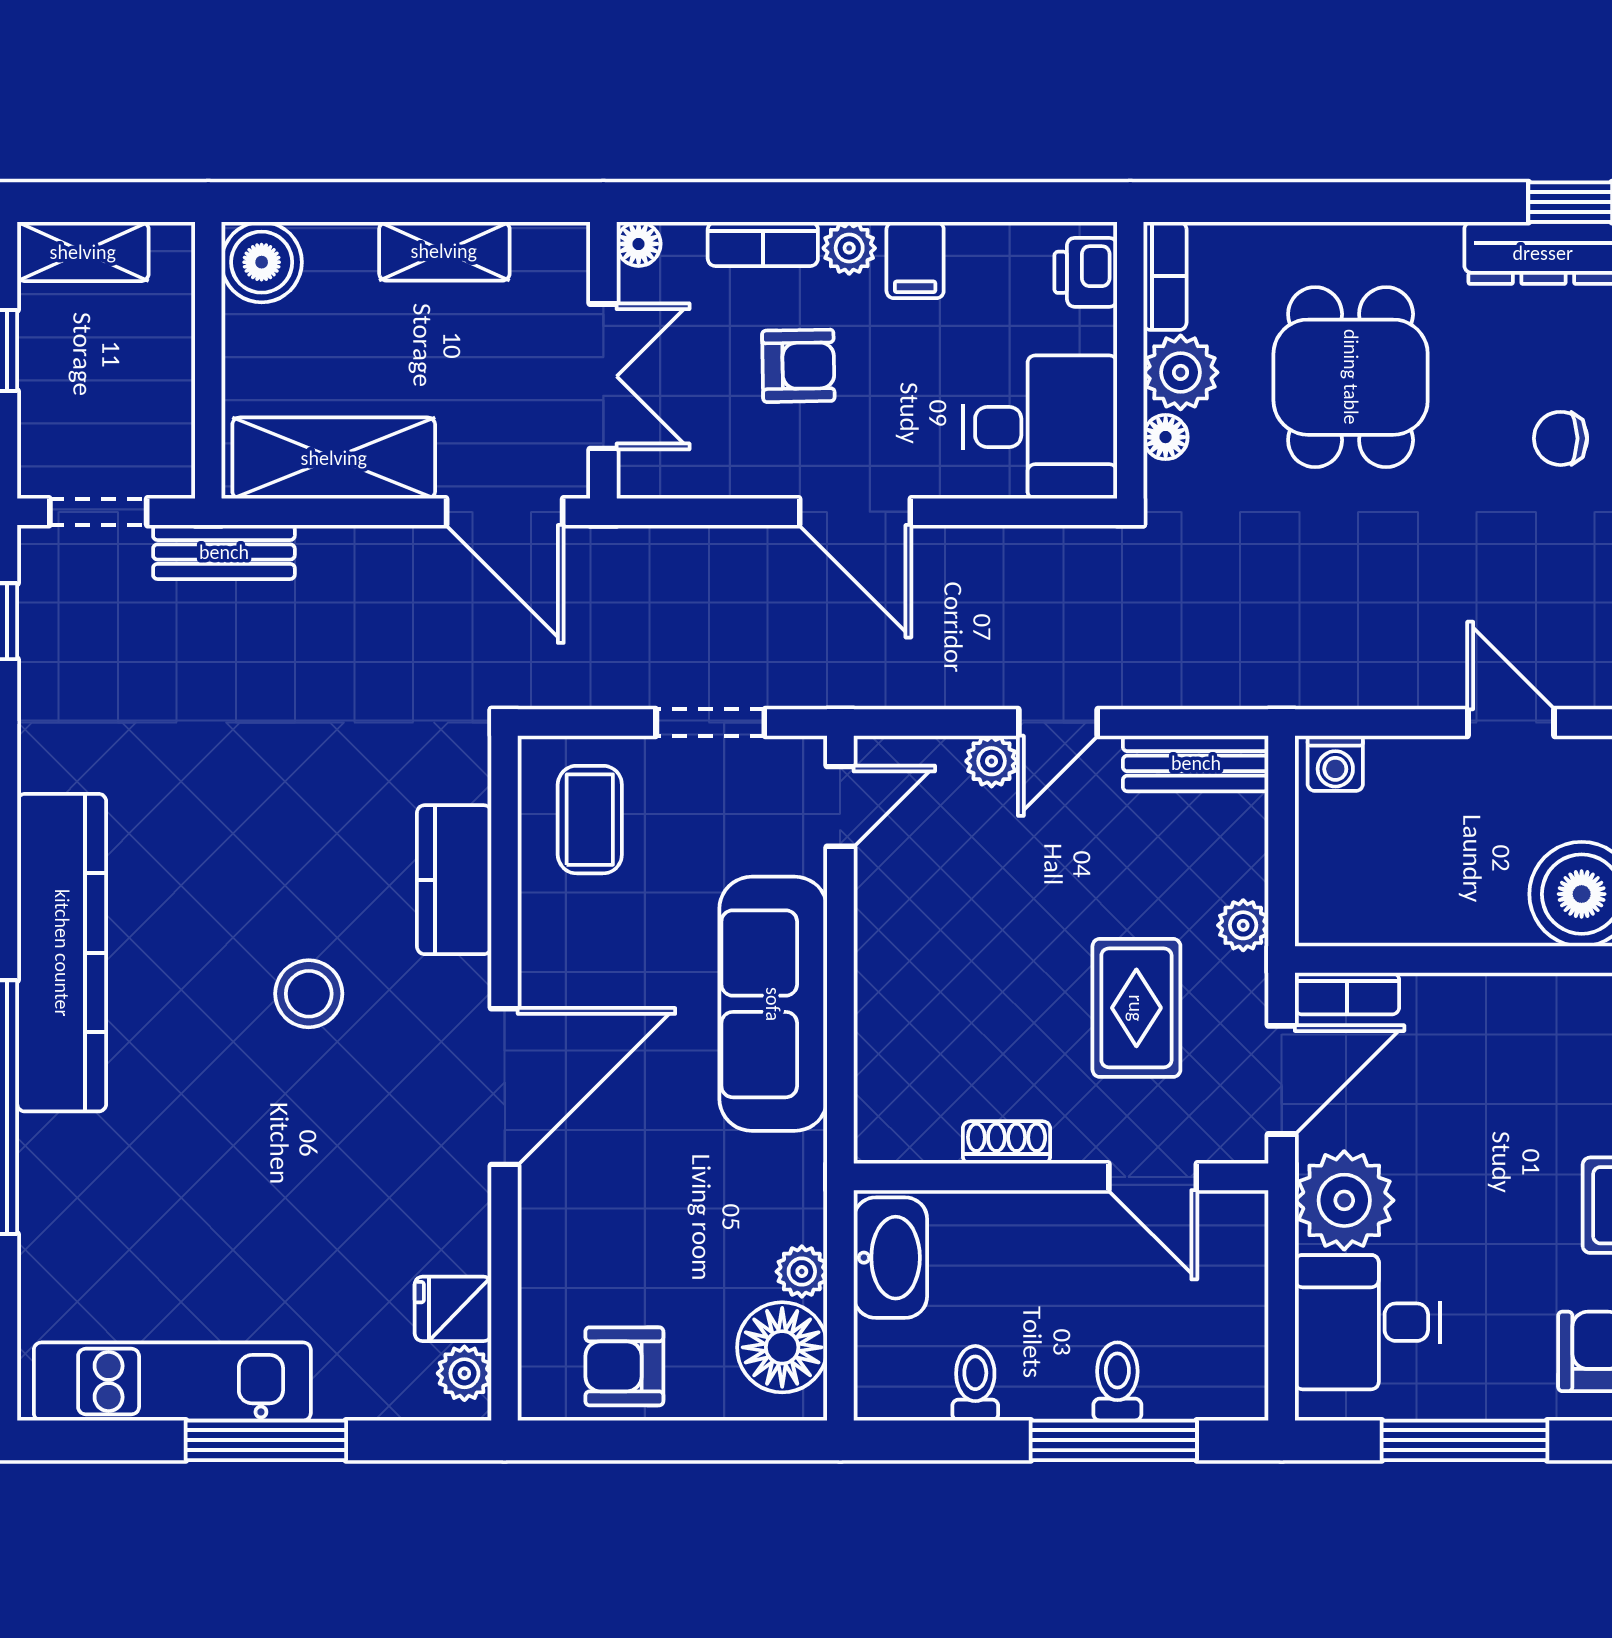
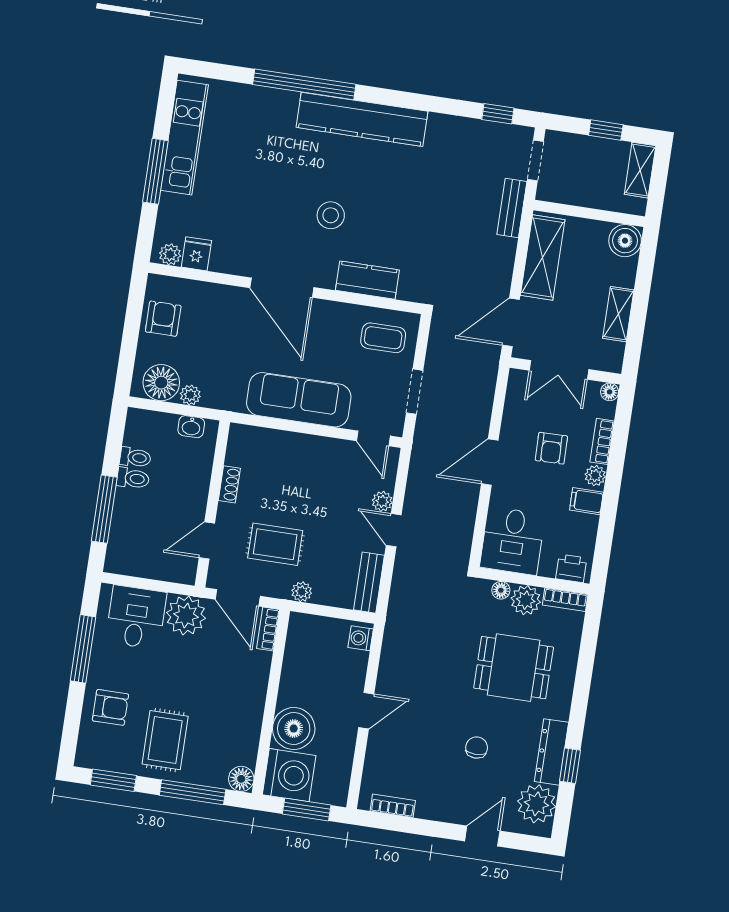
washbasin: (890, 1258) -> (191, 427), width x0.52, depth x0.69
toilet: (1117, 1381) -> (133, 478), moved

